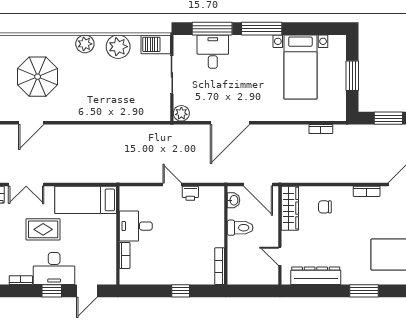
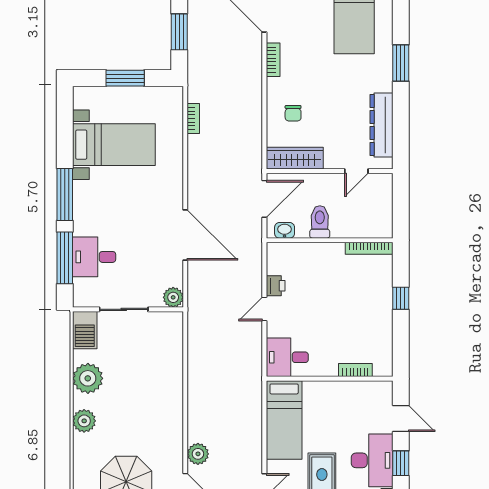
plant: (59, 133) -> (198, 454), added
desk: (136, 226) -> (287, 357), moved, turned 90

